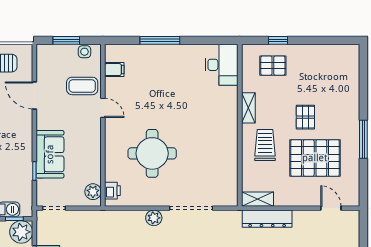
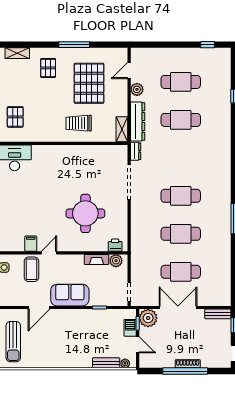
filing cabinet: (114, 70) -> (31, 244), moved
shelving: (248, 108) -> (17, 53), moved
pallet: (305, 117) -> (48, 68), moved, turned 90
sofa: (50, 154) -> (70, 295), moved
fireplace: (95, 167) -> (96, 259), added
dresser: (230, 216) -> (136, 151), added
plant: (154, 218) -> (137, 89), moved

